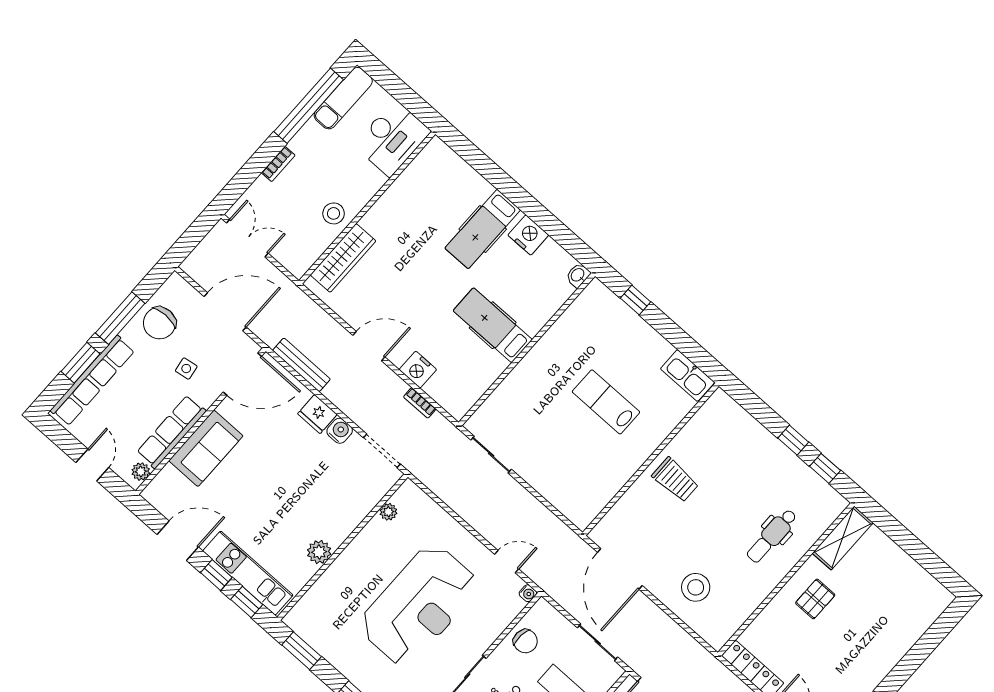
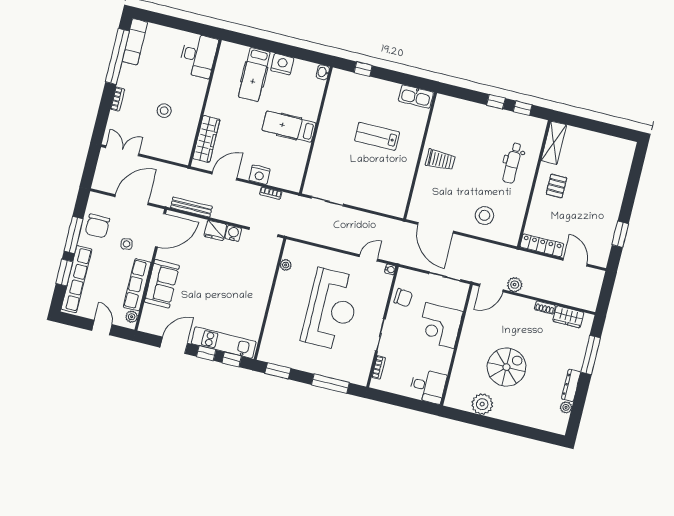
desk: (392, 138) -> (198, 56), moved
wall: (367, 207) -> (205, 103), moved
wardrobe: (343, 258) -> (206, 139), moved
plant: (319, 552) -> (258, 309), removed

